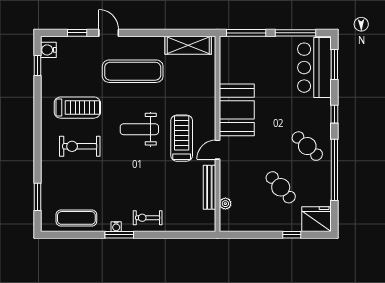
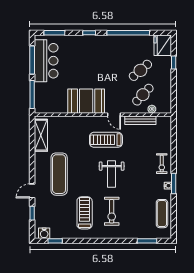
bar counter: (314, 68) -> (46, 61), moved, turned -90
weight bench: (139, 129) -> (112, 174), moved
cafe table: (307, 146) -> (143, 95), moved

